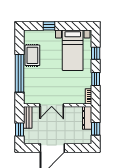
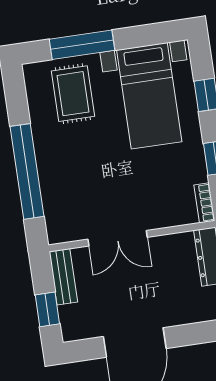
window: (49, 26) -> (82, 45), width x2.17
rug: (32, 55) -> (73, 94), moved

